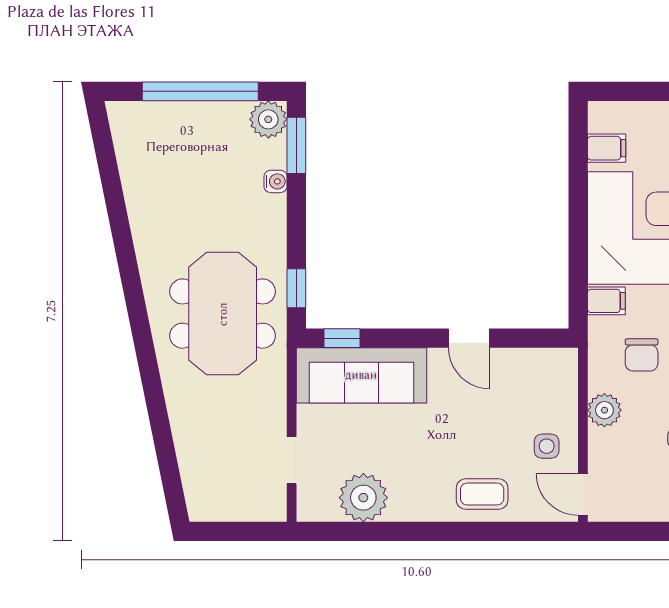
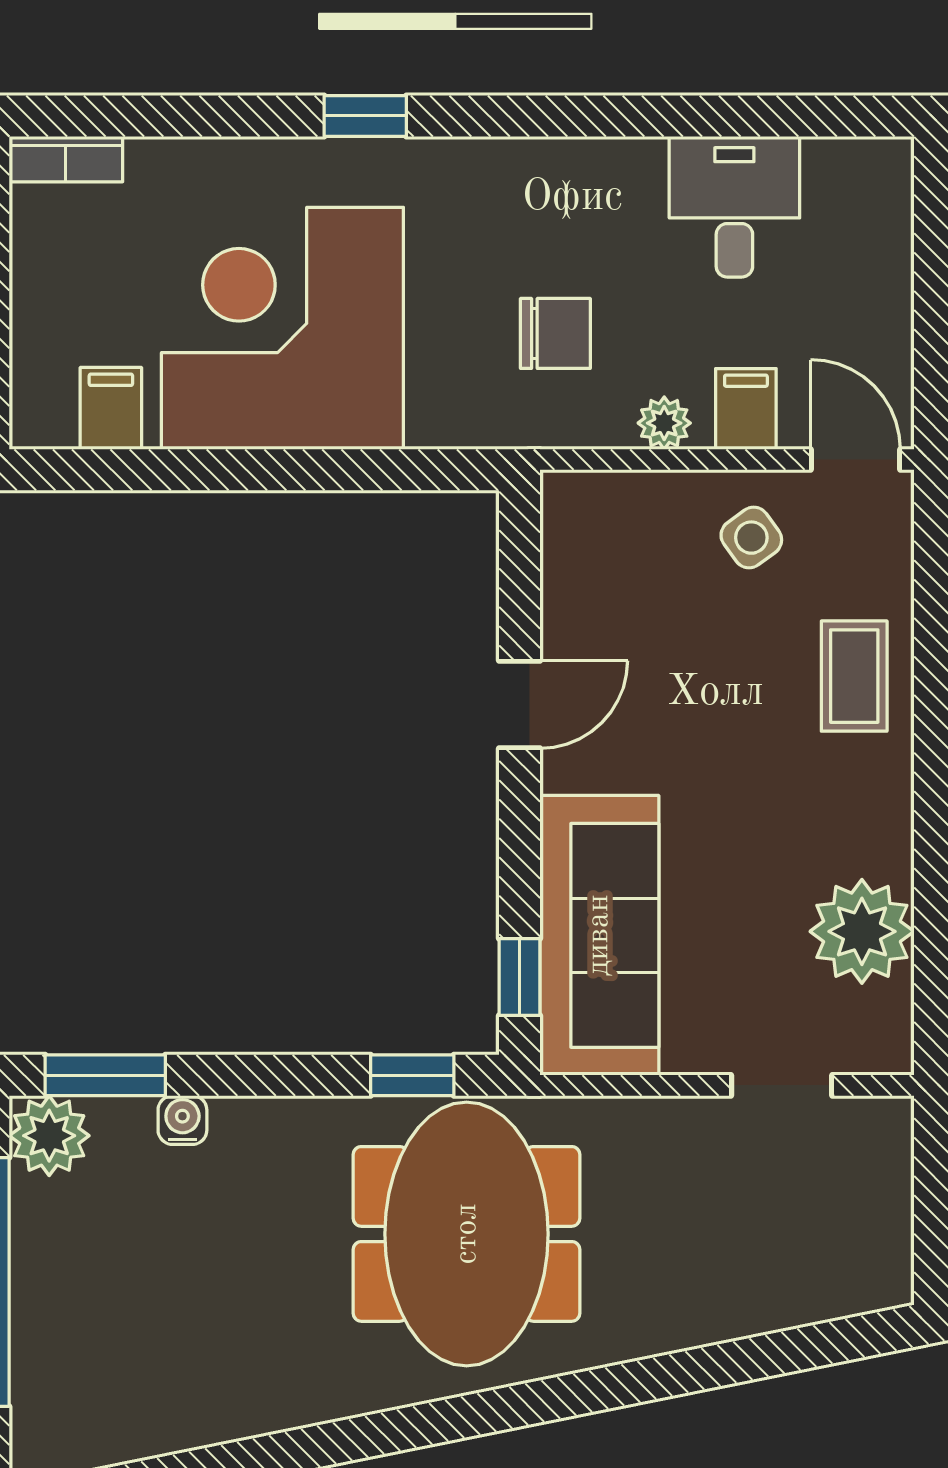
filing cabinet: (606, 301) -> (746, 409), moved
meeting table: (223, 314) -> (467, 1234), turned 90
plant: (604, 410) -> (664, 423), width x0.73, depth x0.73
side table: (547, 446) -> (751, 538), turned -36
door: (583, 495) -> (855, 460), swing flipped

